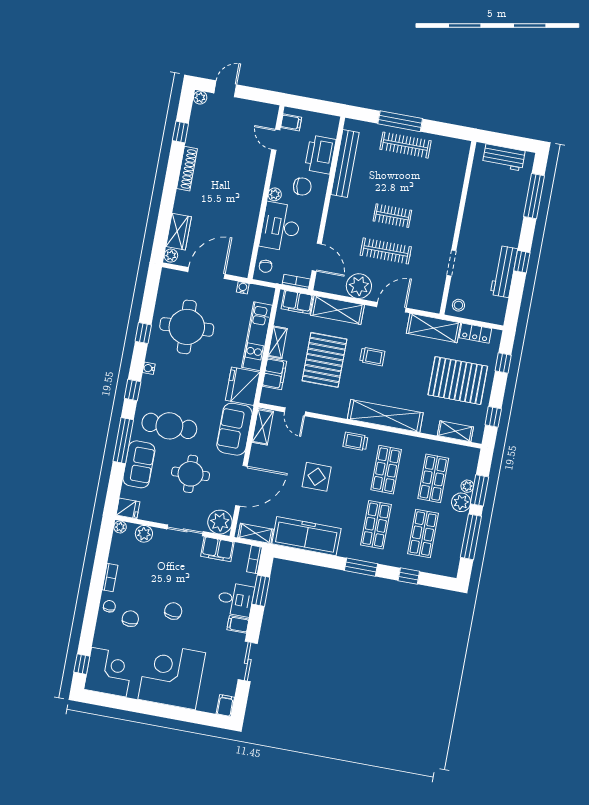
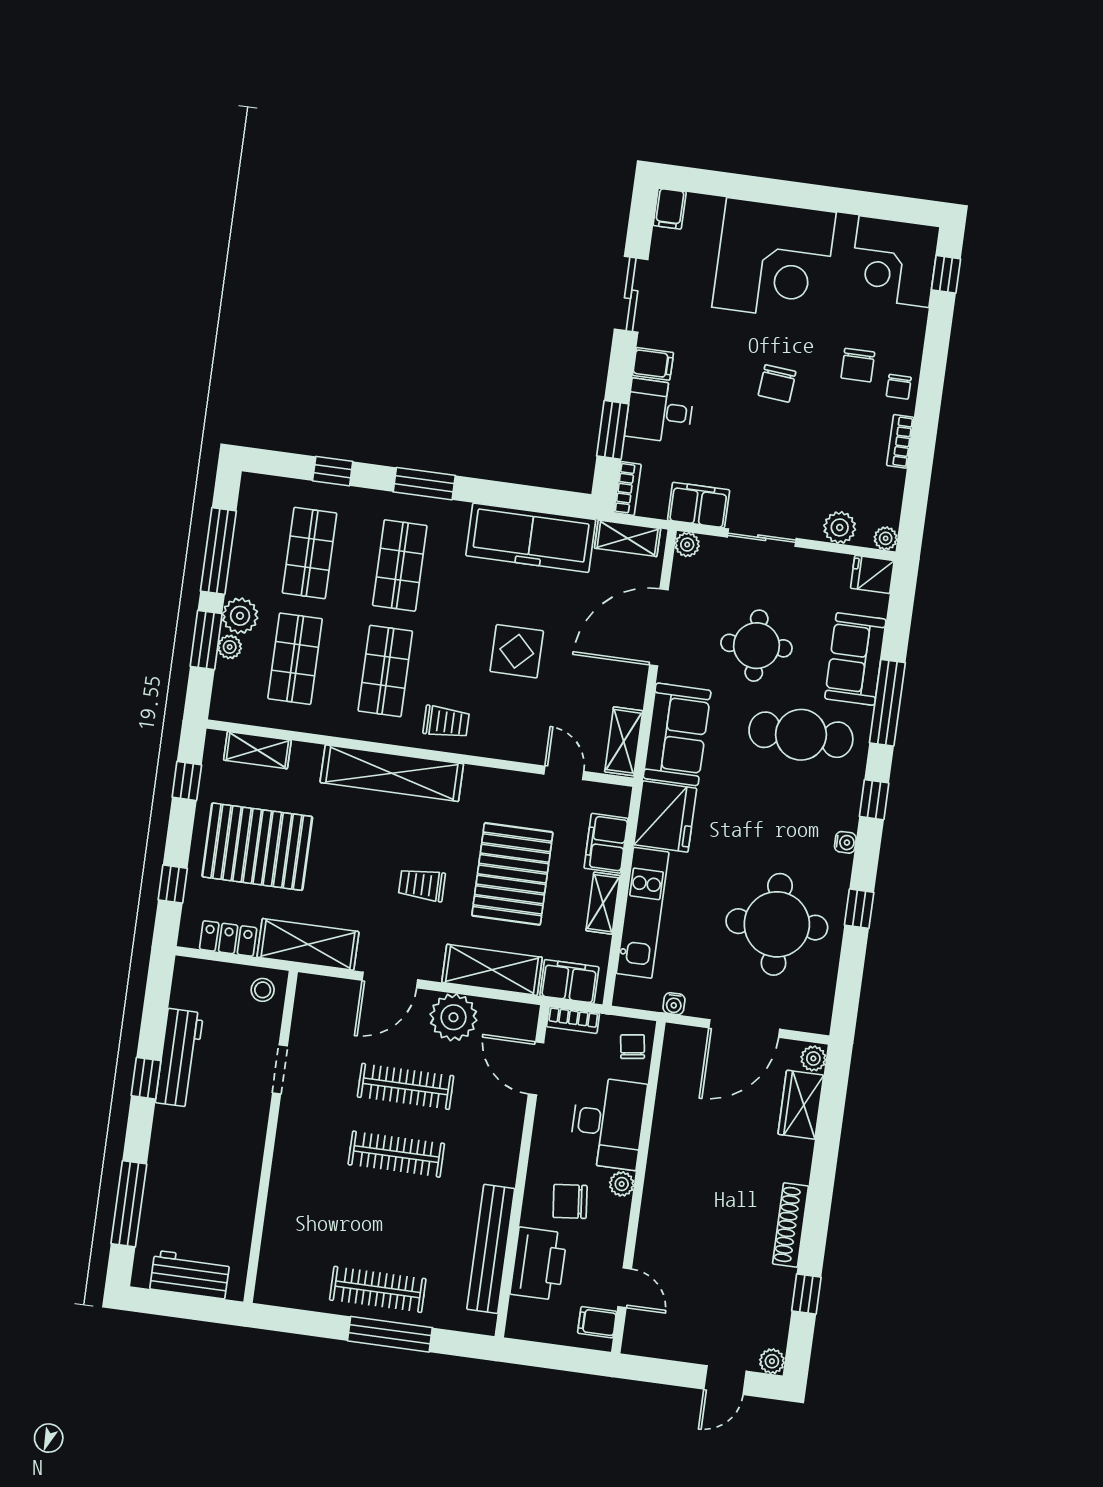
clothes rail: (392, 216) -> (396, 1154), width x1.36
plant: (220, 522) -> (687, 545), width x0.53, depth x0.53

